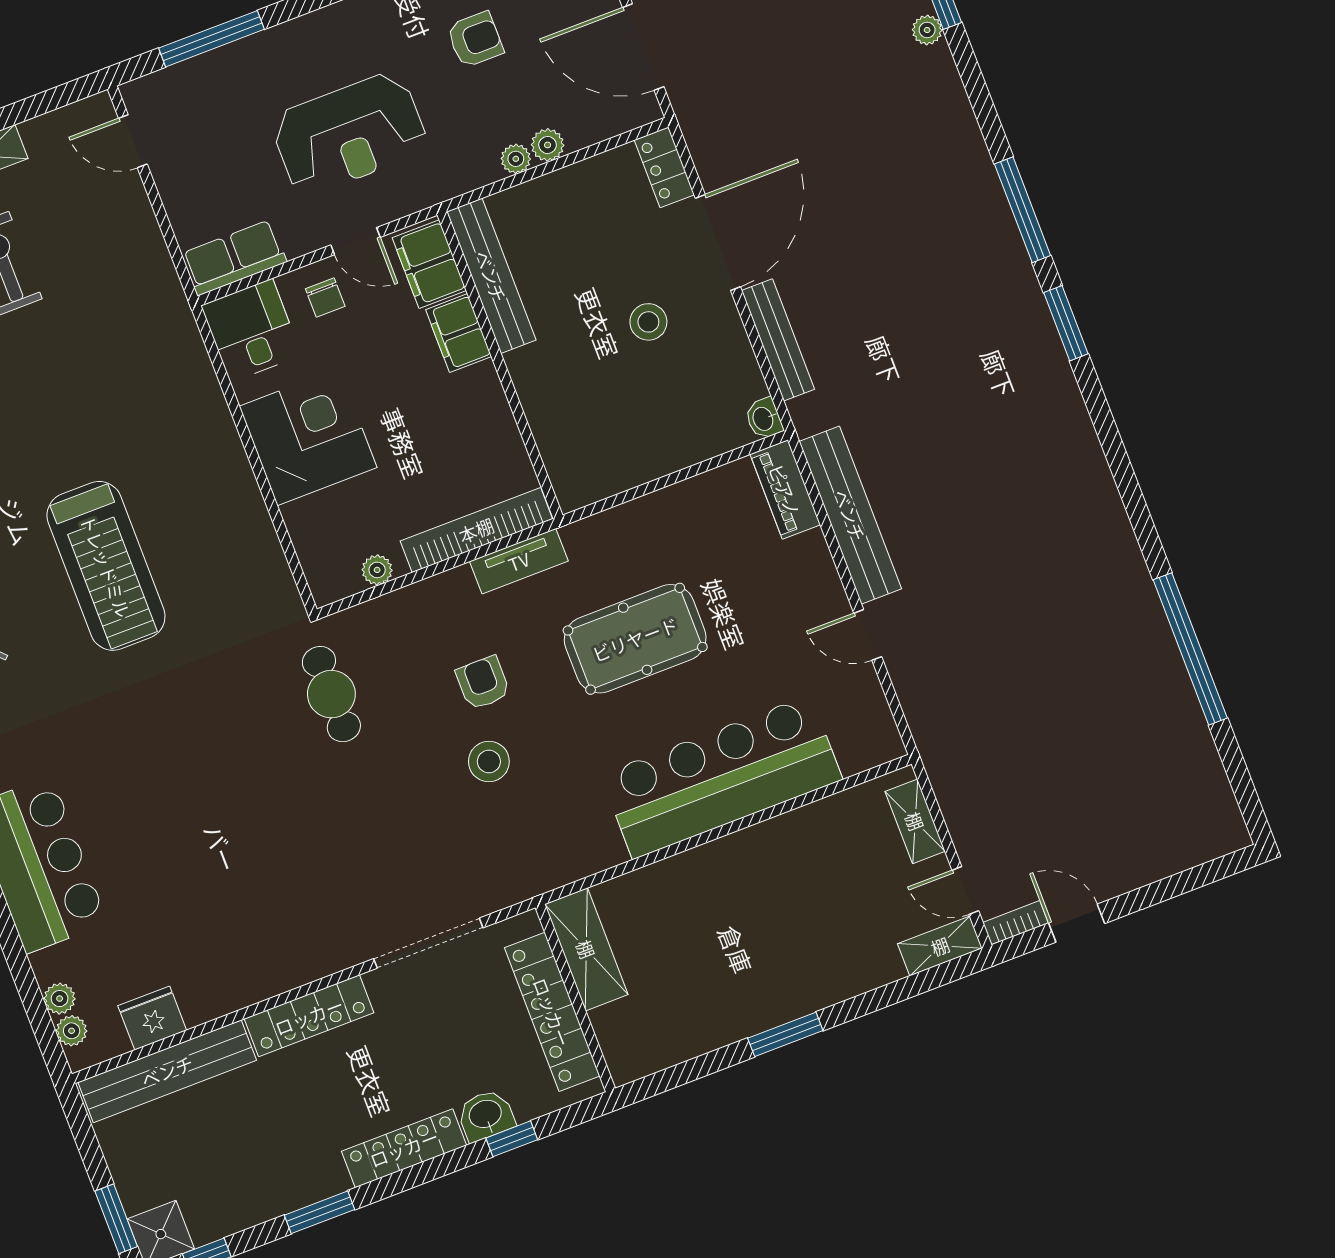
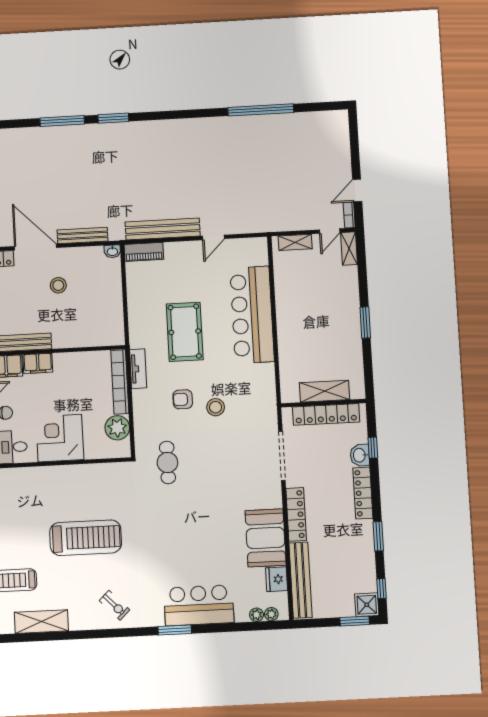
plant: (377, 570) -> (117, 428), width x1.87, depth x1.87
cafe table: (331, 694) -> (167, 462), turned 90
shelving: (586, 949) -> (325, 391), moved
booth: (235, 965) -> (266, 538), added

